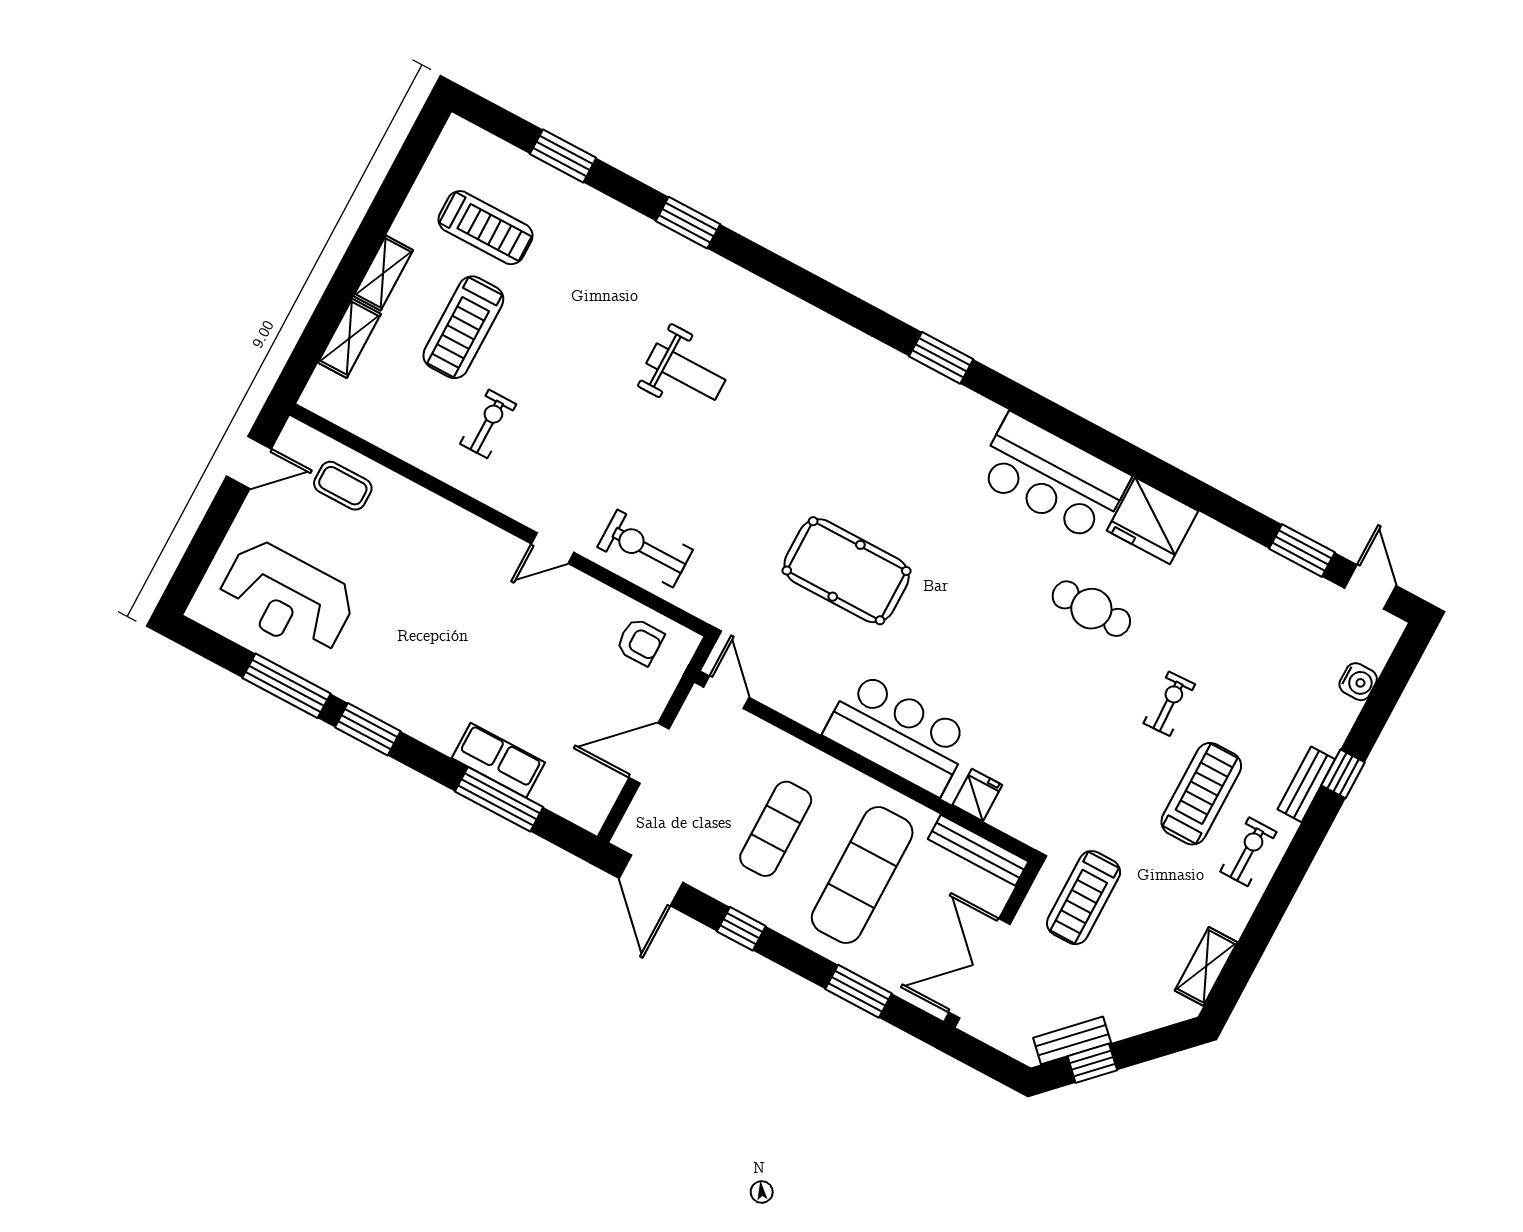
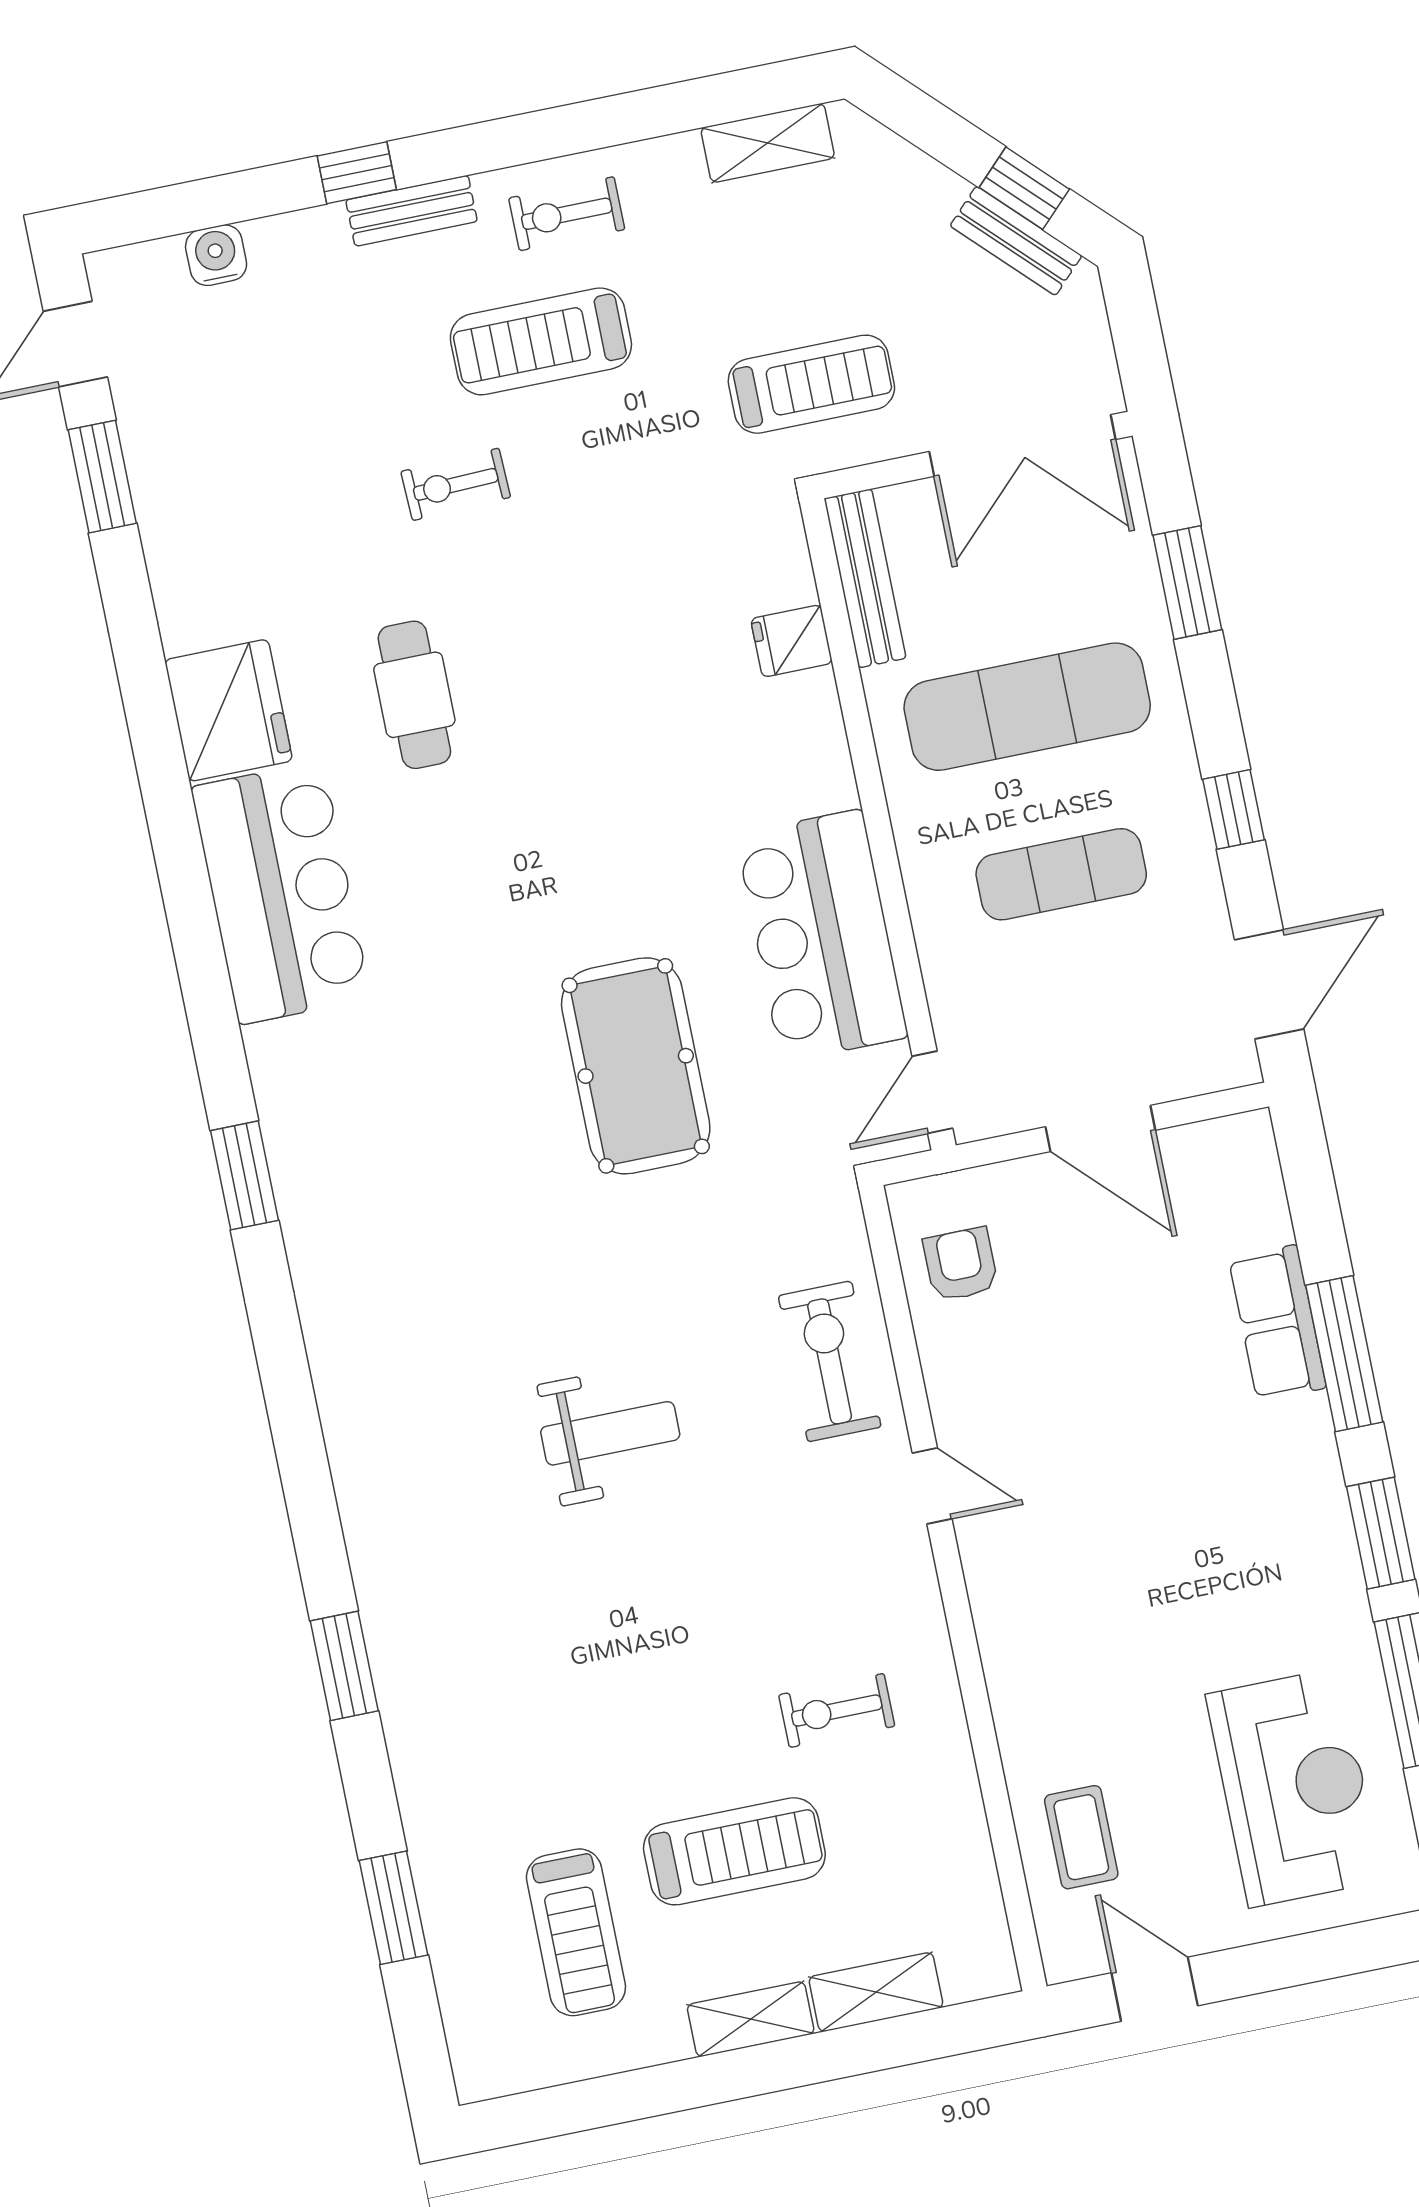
treadmill: (485, 228) -> (576, 1932), turned 180
weight bench: (686, 372) -> (610, 1433), moved, turned 90
exercise bike: (645, 548) -> (830, 1361), turned 180
bar counter: (898, 734) -> (822, 936), moved
window: (499, 799) -> (1344, 1354), moved

